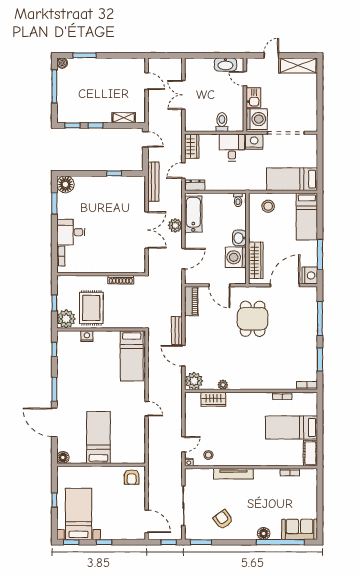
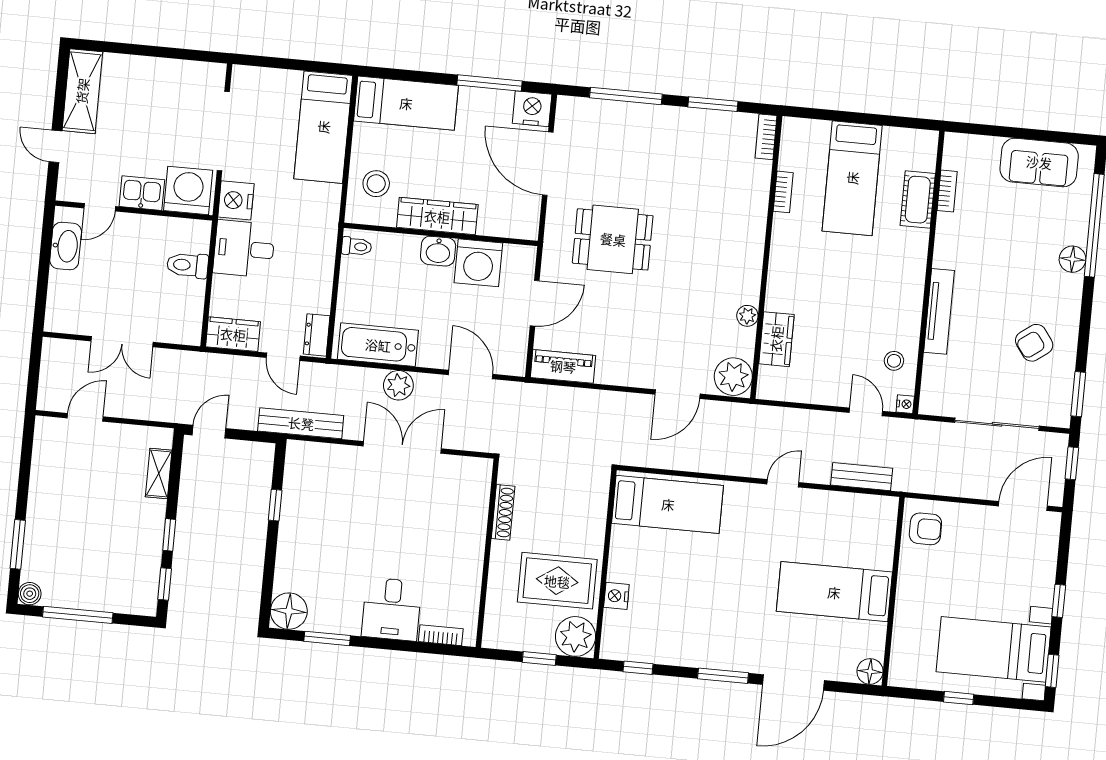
wardrobe: (256, 260) -> (437, 216), moved
bench: (177, 331) -> (862, 477), moved
cot: (310, 453) -> (918, 200), moved, turned 90
sofa: (300, 529) -> (1039, 162), moved, turned -90

